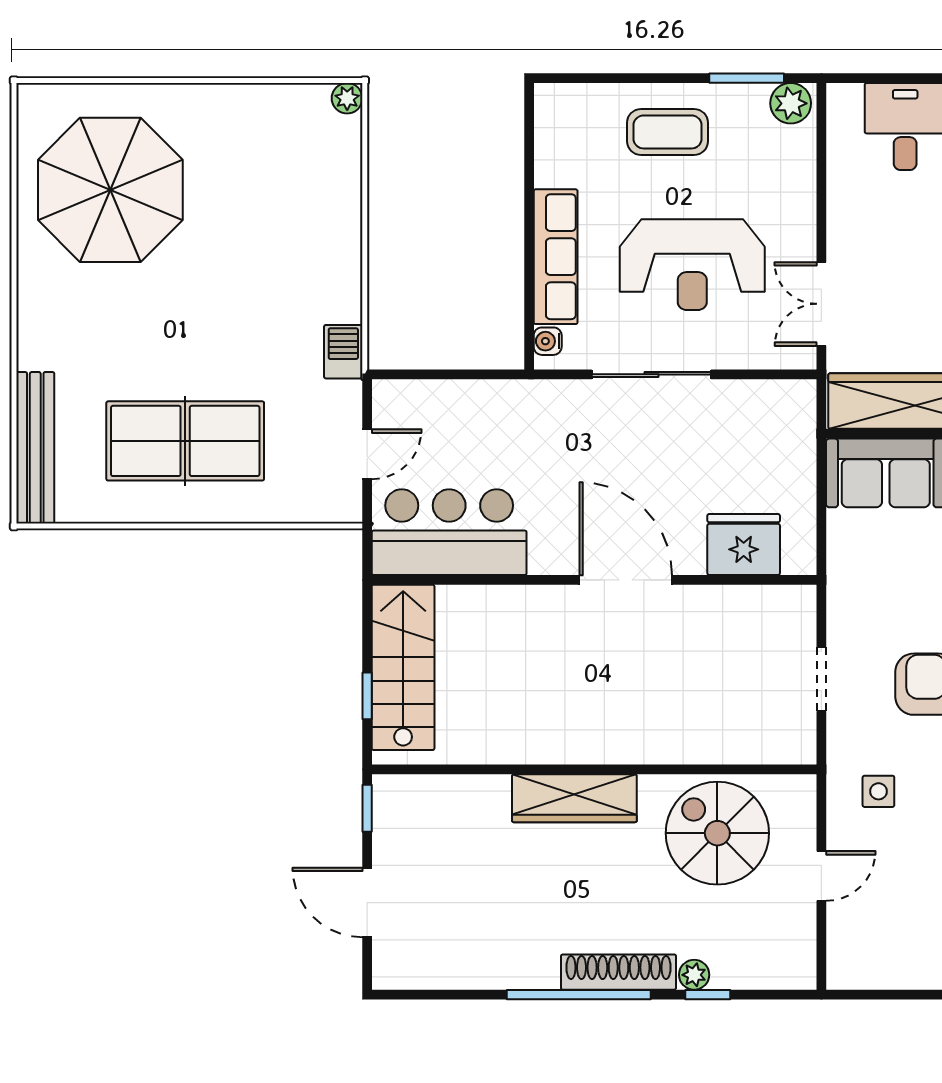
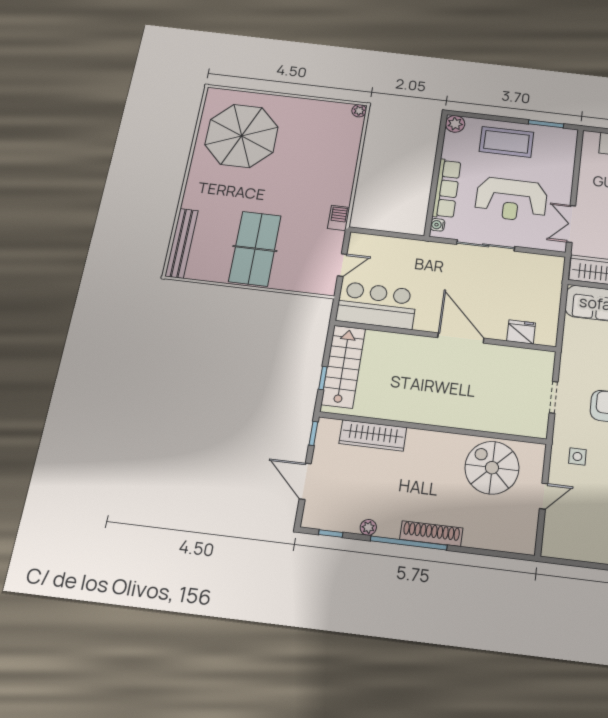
plant: (791, 103) -> (455, 124), moved
coffee table: (668, 132) -> (506, 142), width x1.36, depth x1.32
table tennis table: (185, 441) -> (255, 249), turned 90
fridge: (744, 544) -> (521, 332), width x0.73, depth x0.75
wardrobe: (574, 798) -> (373, 435), moved
plant: (694, 975) -> (368, 527), moved
window: (708, 995) -> (331, 533), moved

